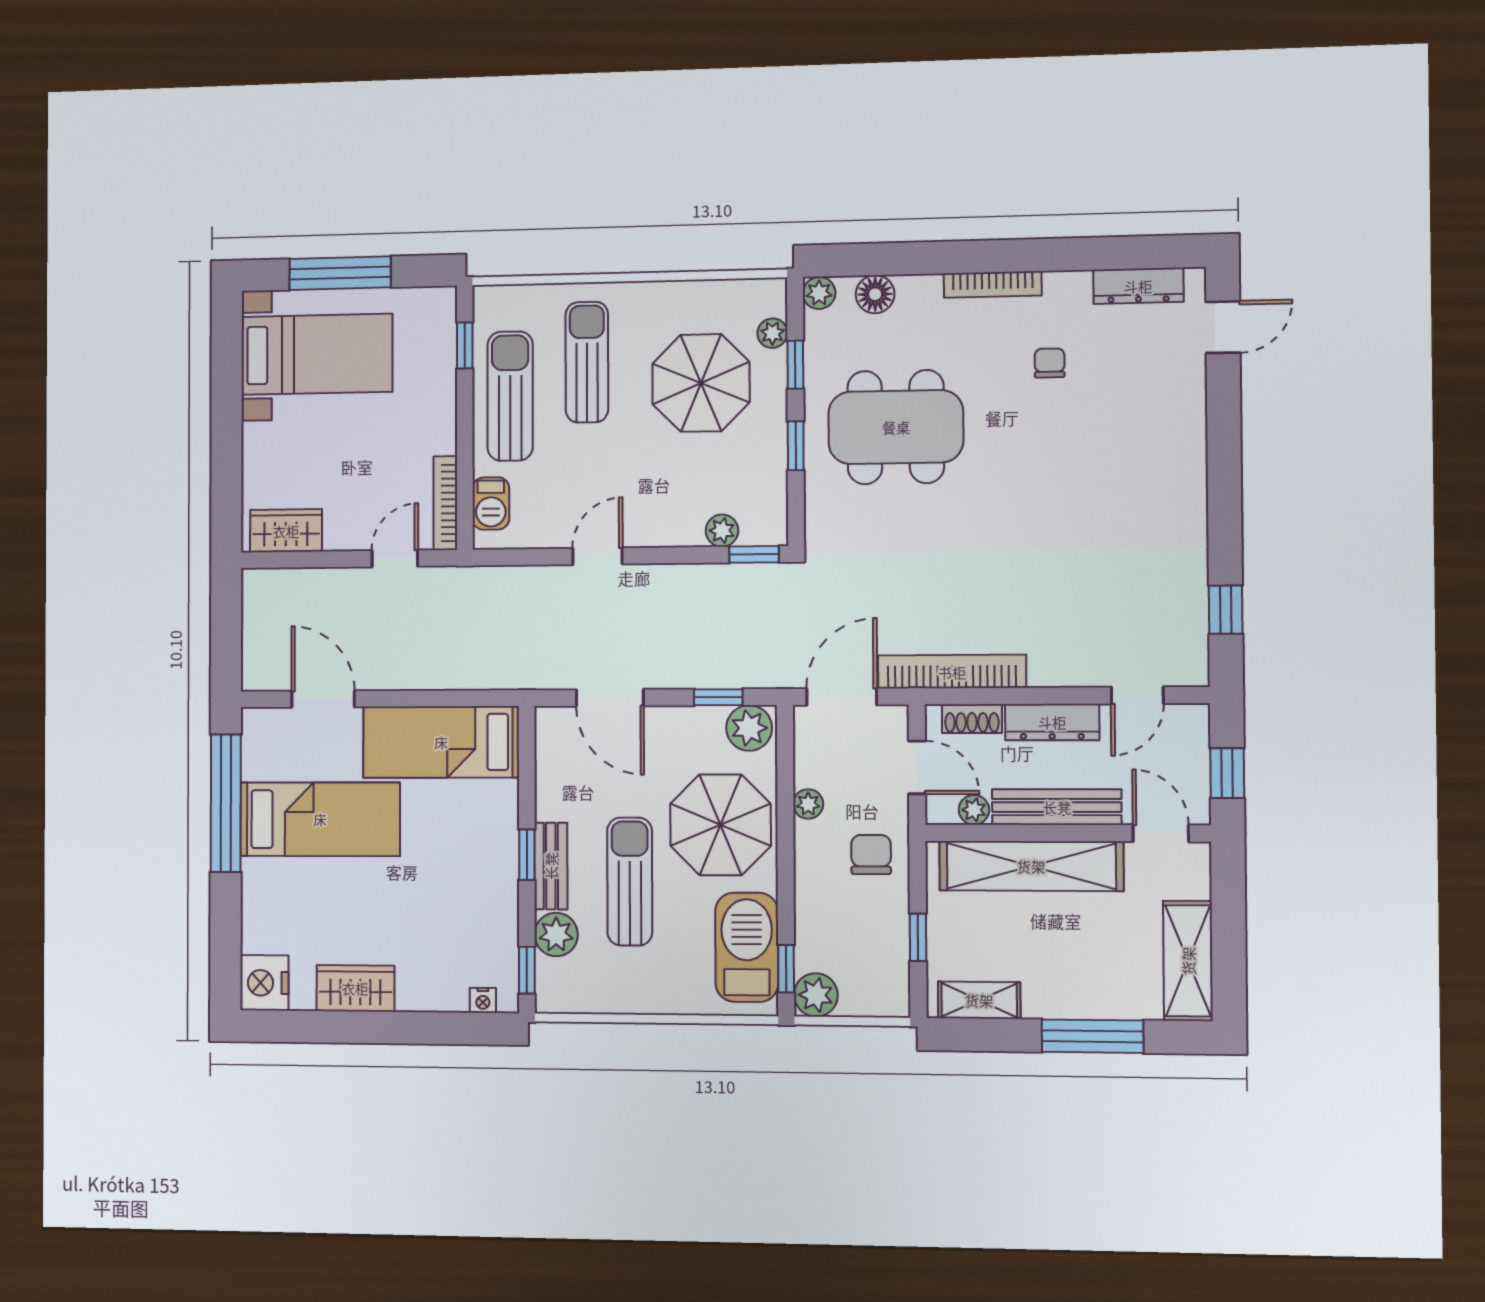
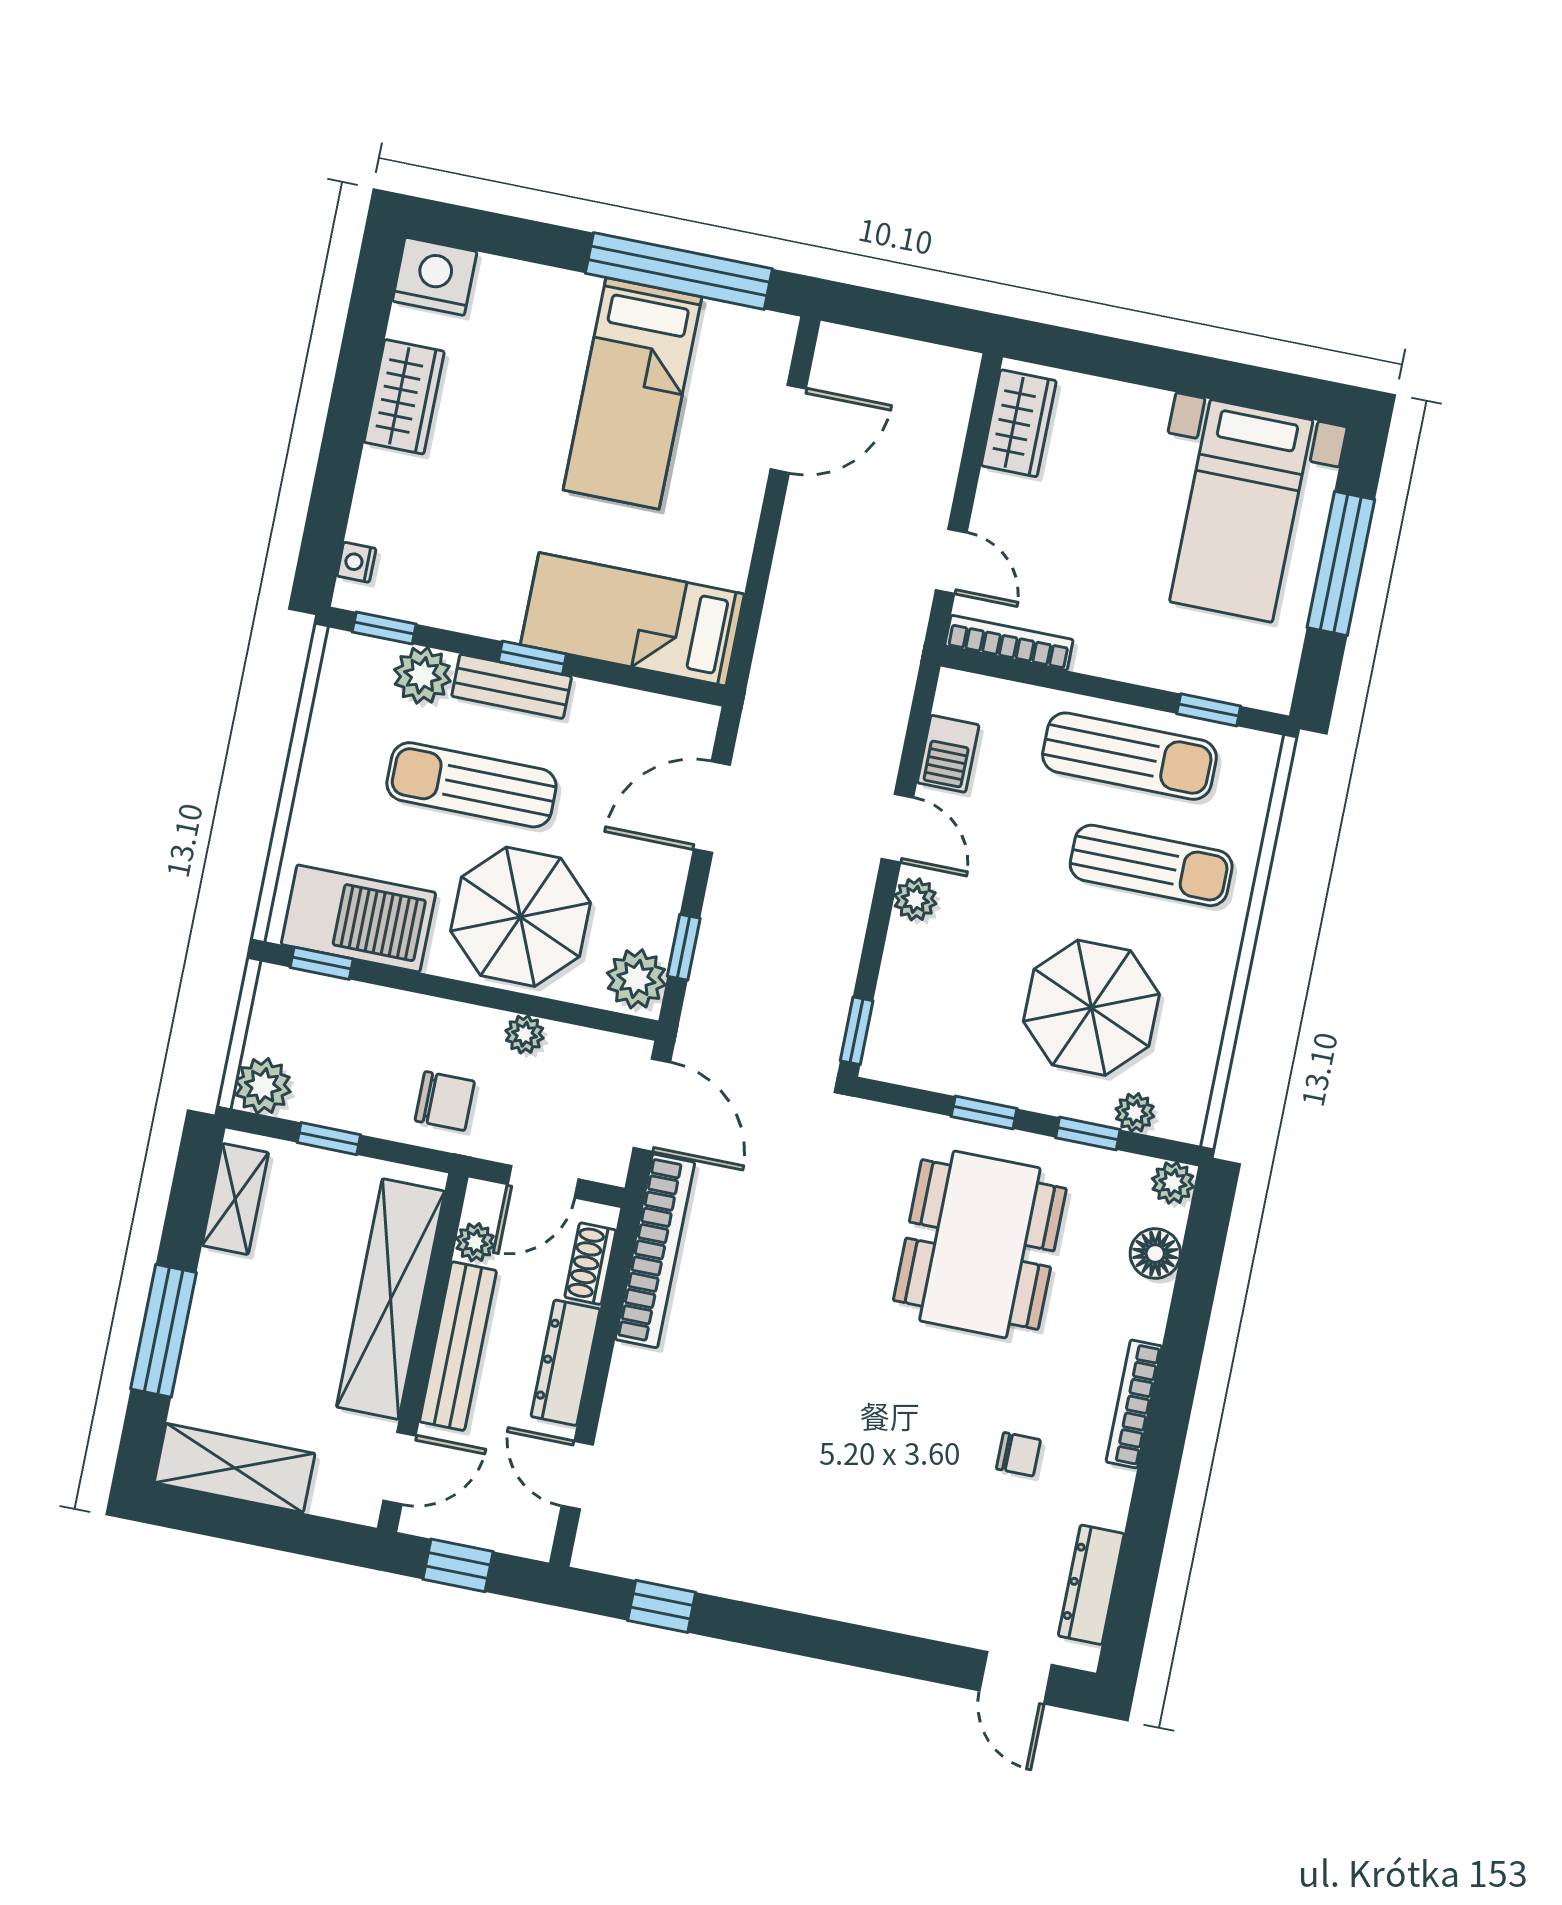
barbecue: (491, 504) -> (948, 754), moved, turned -90
plant: (722, 531) -> (915, 899), moved
bed: (441, 742) -> (632, 619), moved, turned -90
sun lounger: (630, 882) -> (471, 785), turned 180
plant: (816, 995) -> (263, 1086), moved

